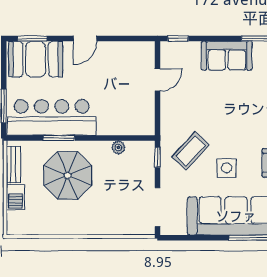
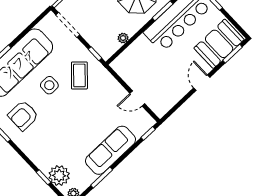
sofa: (227, 56) -> (111, 150), width x1.36
door: (158, 80) -> (137, 98), hinge flipped

